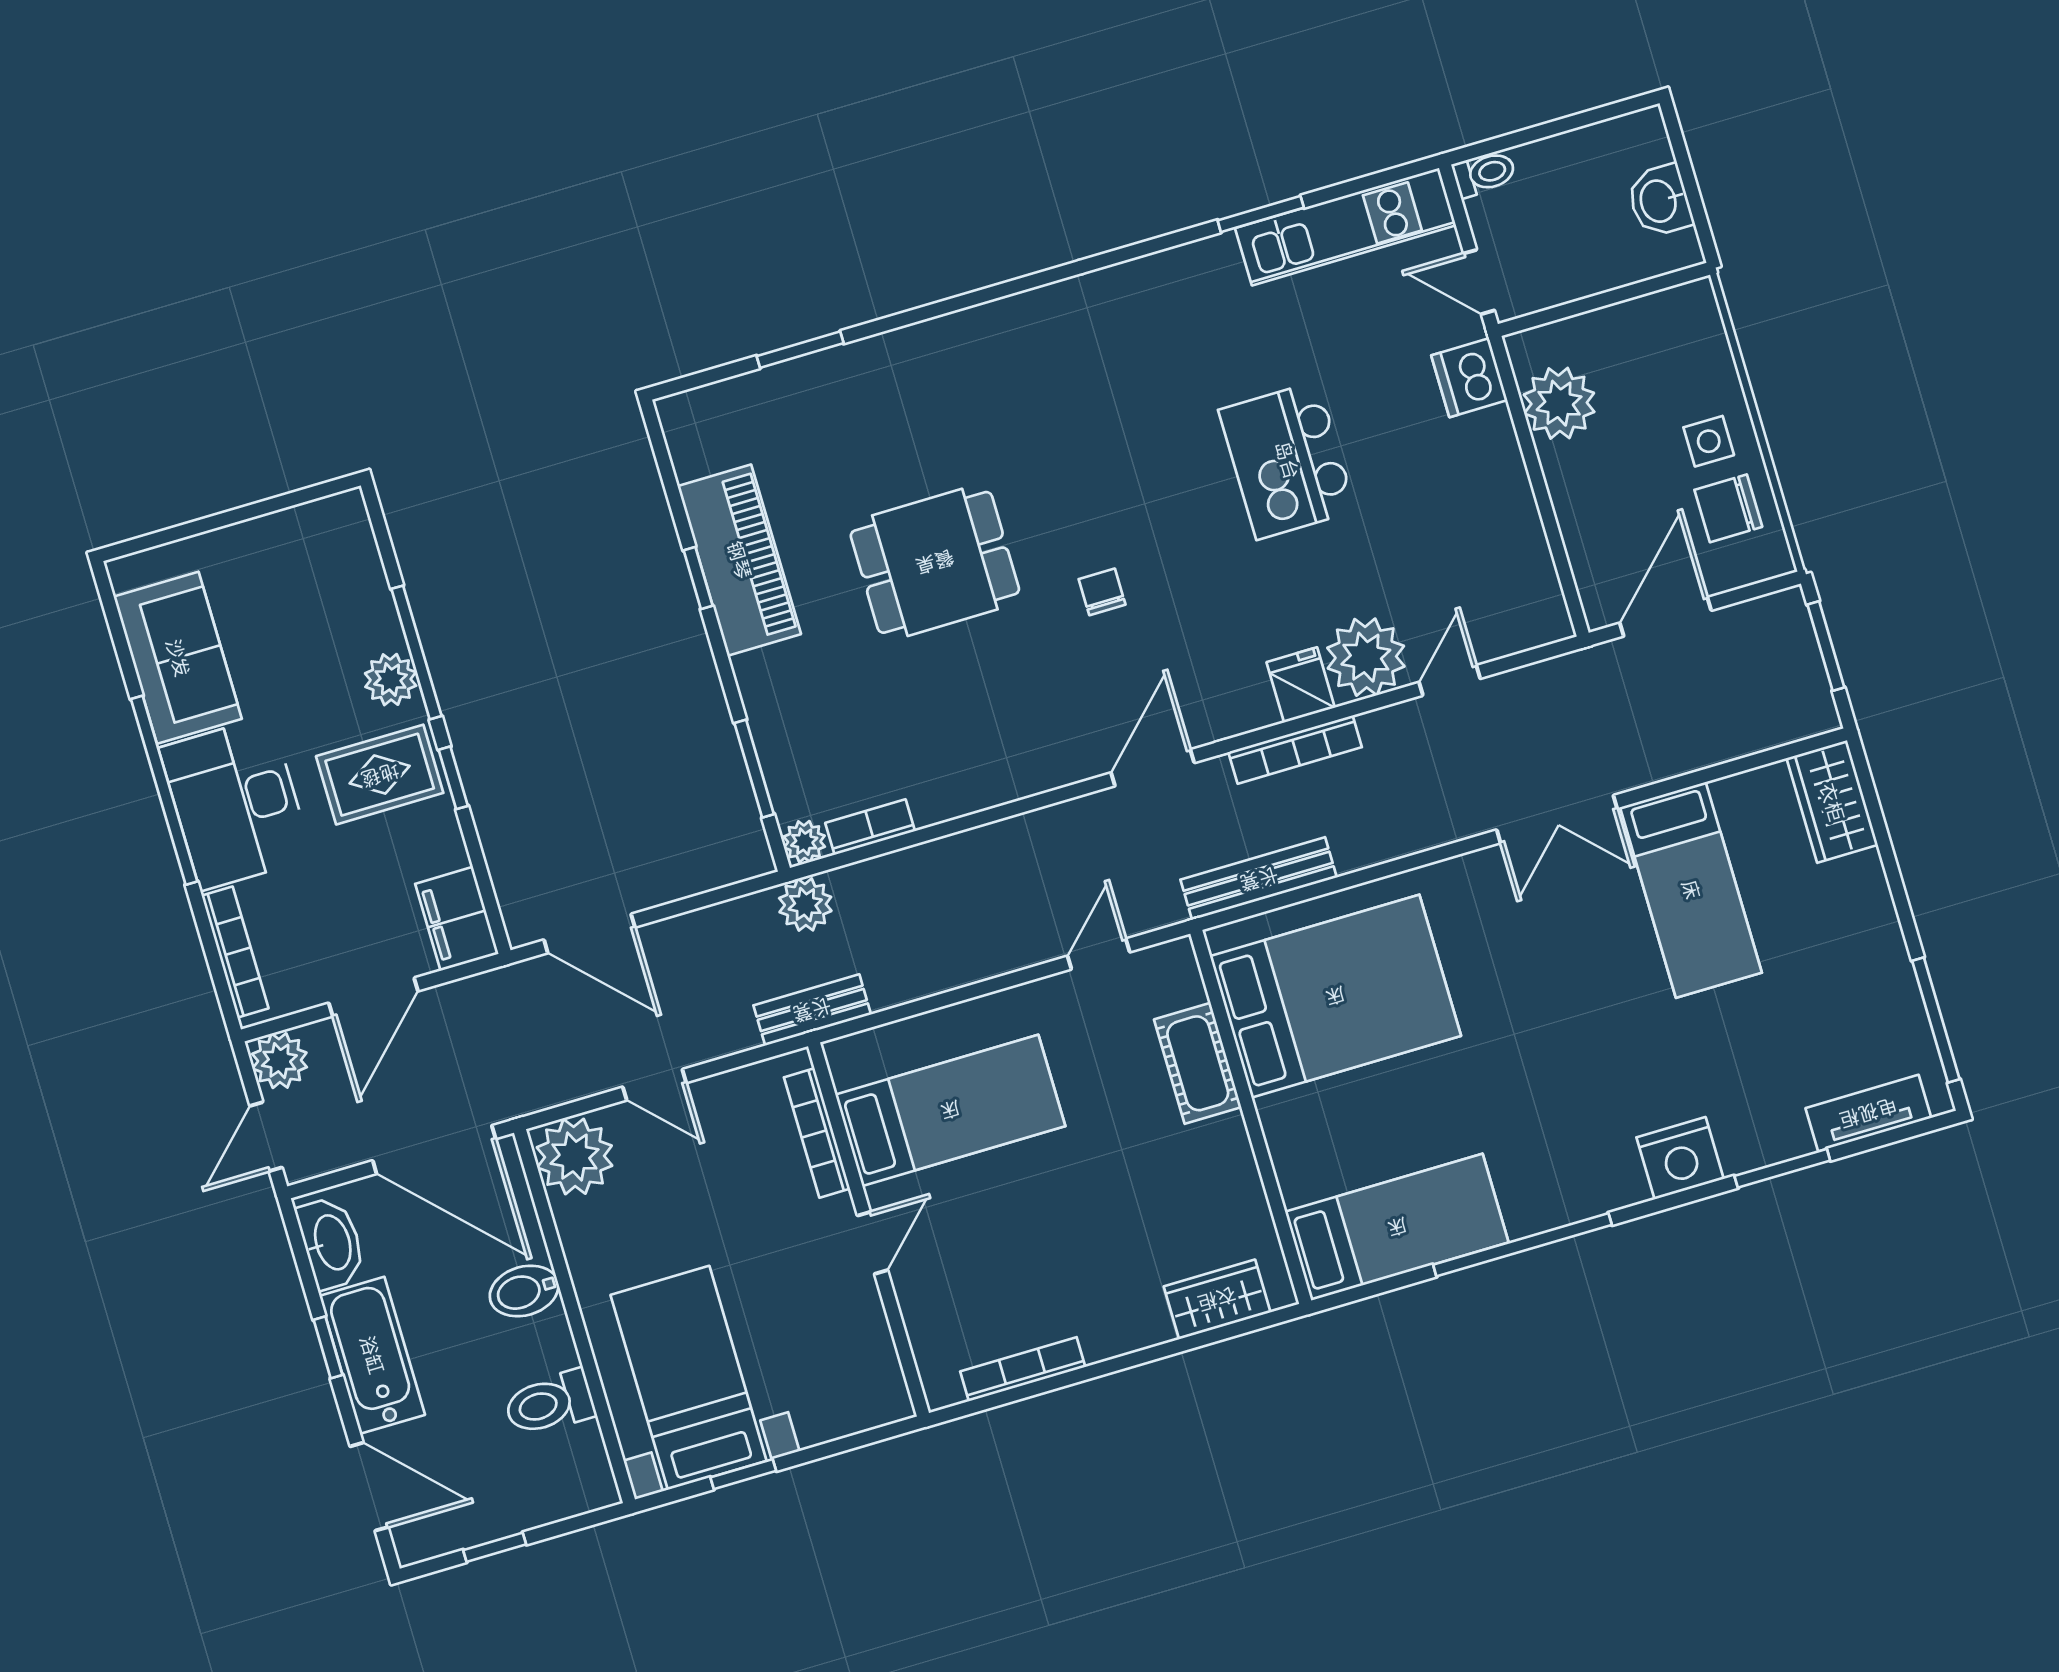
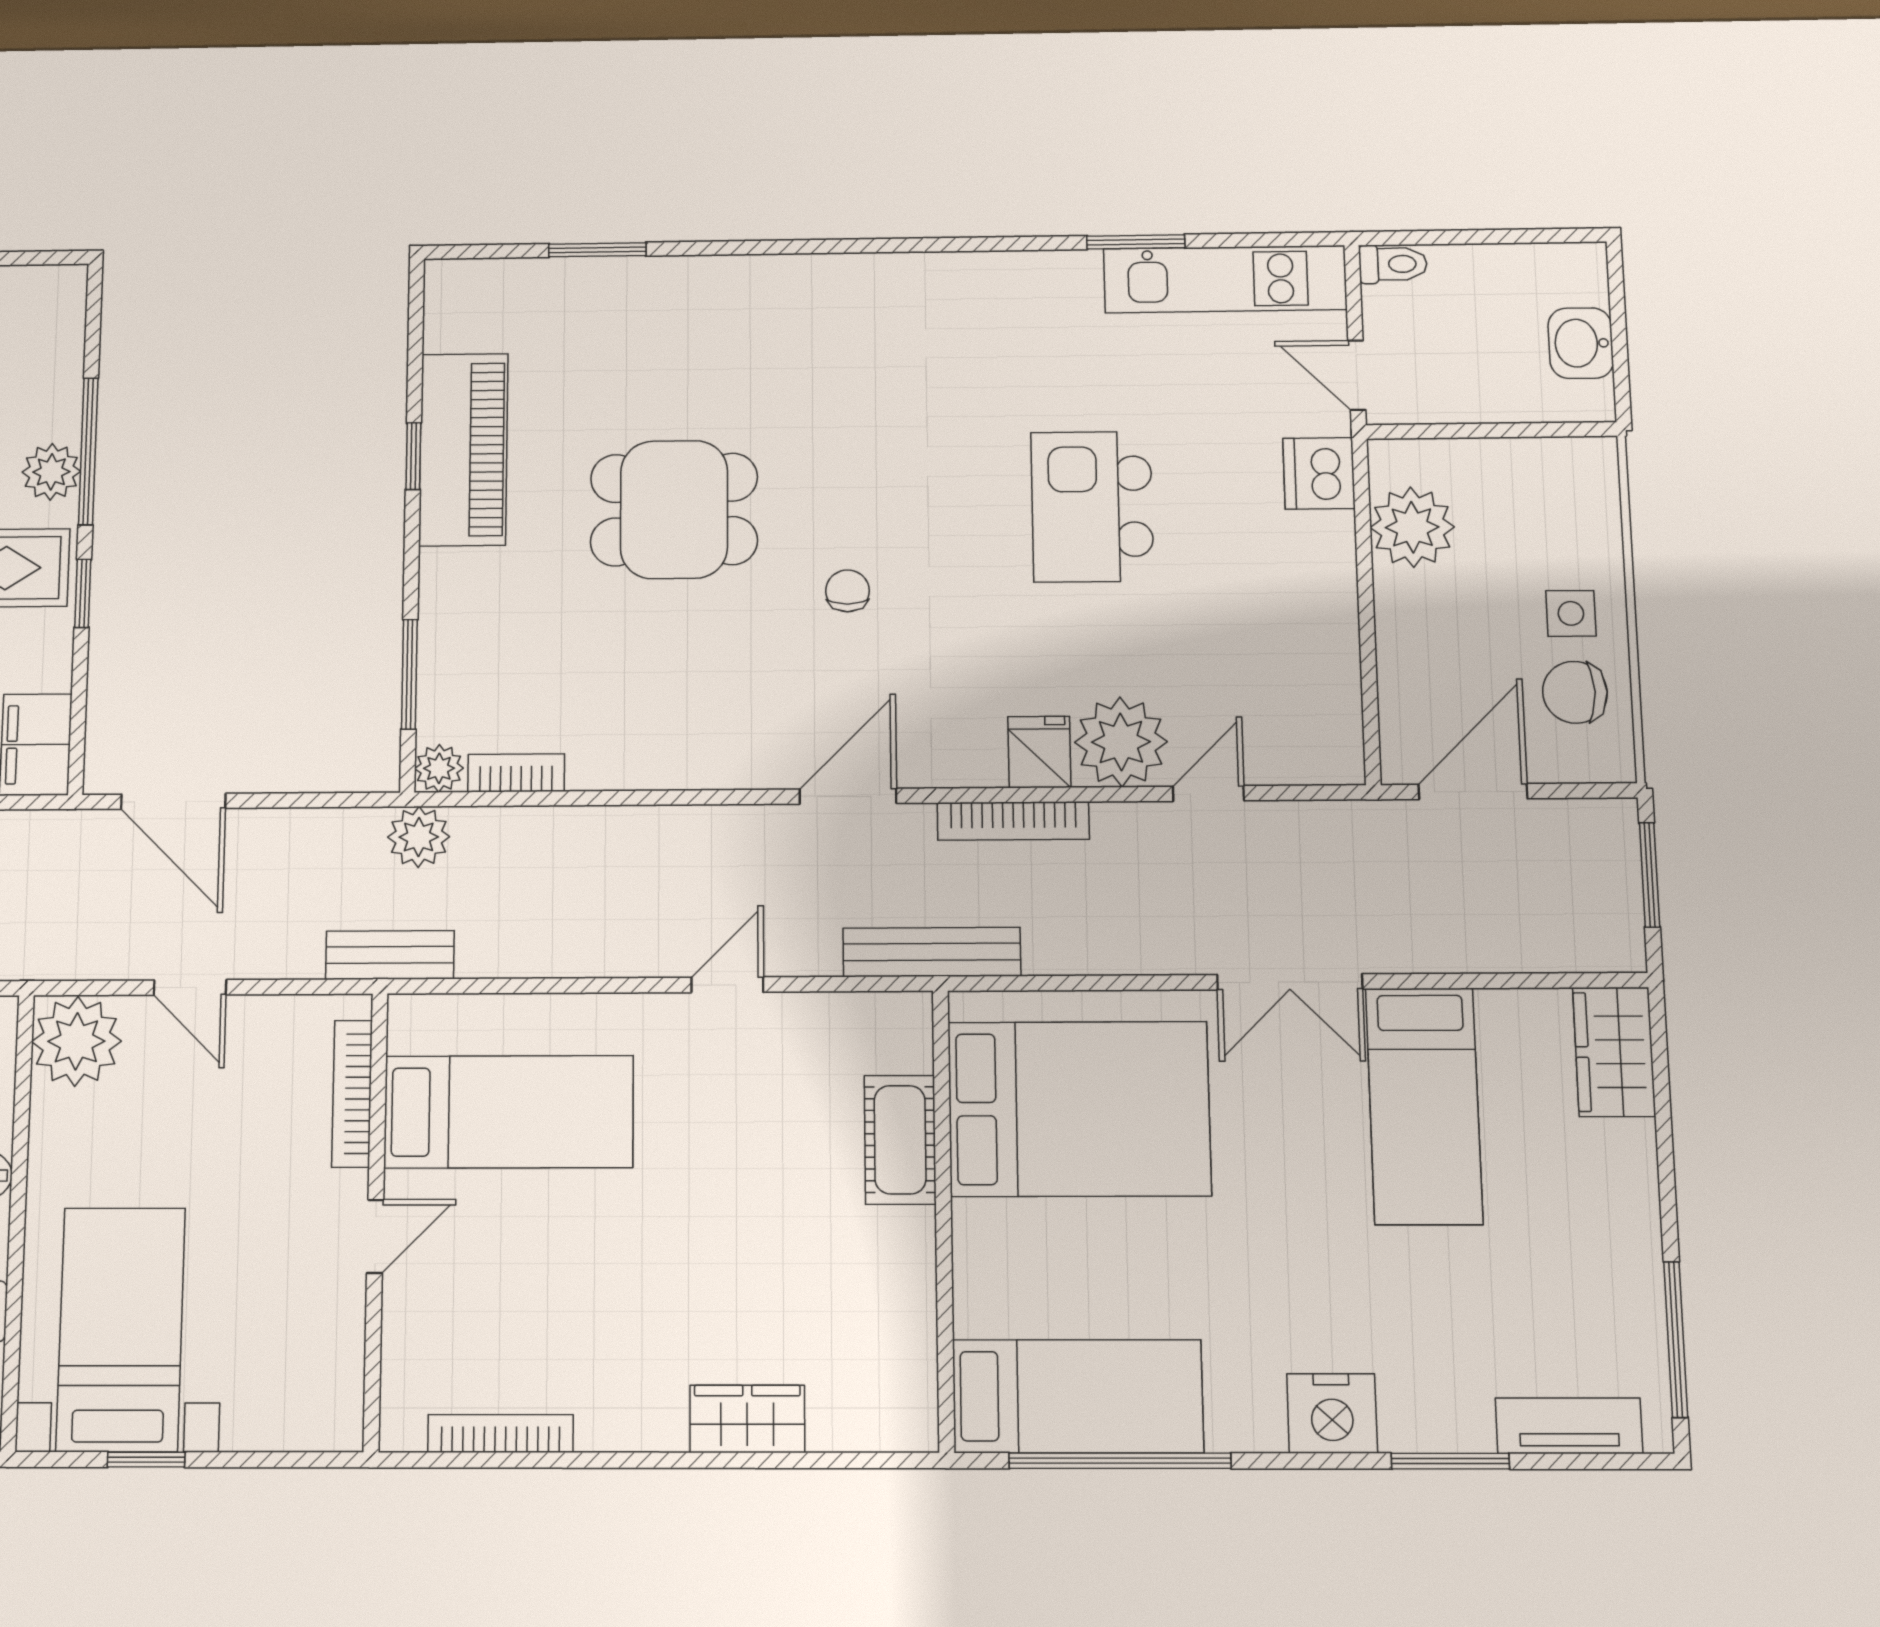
bed: (1335, 996) -> (1079, 1109), moved
cot: (1198, 1063) -> (900, 1140), moved
wall: (1251, 1117) -> (944, 1219), moved
bed: (1397, 1227) -> (1078, 1396), moved

